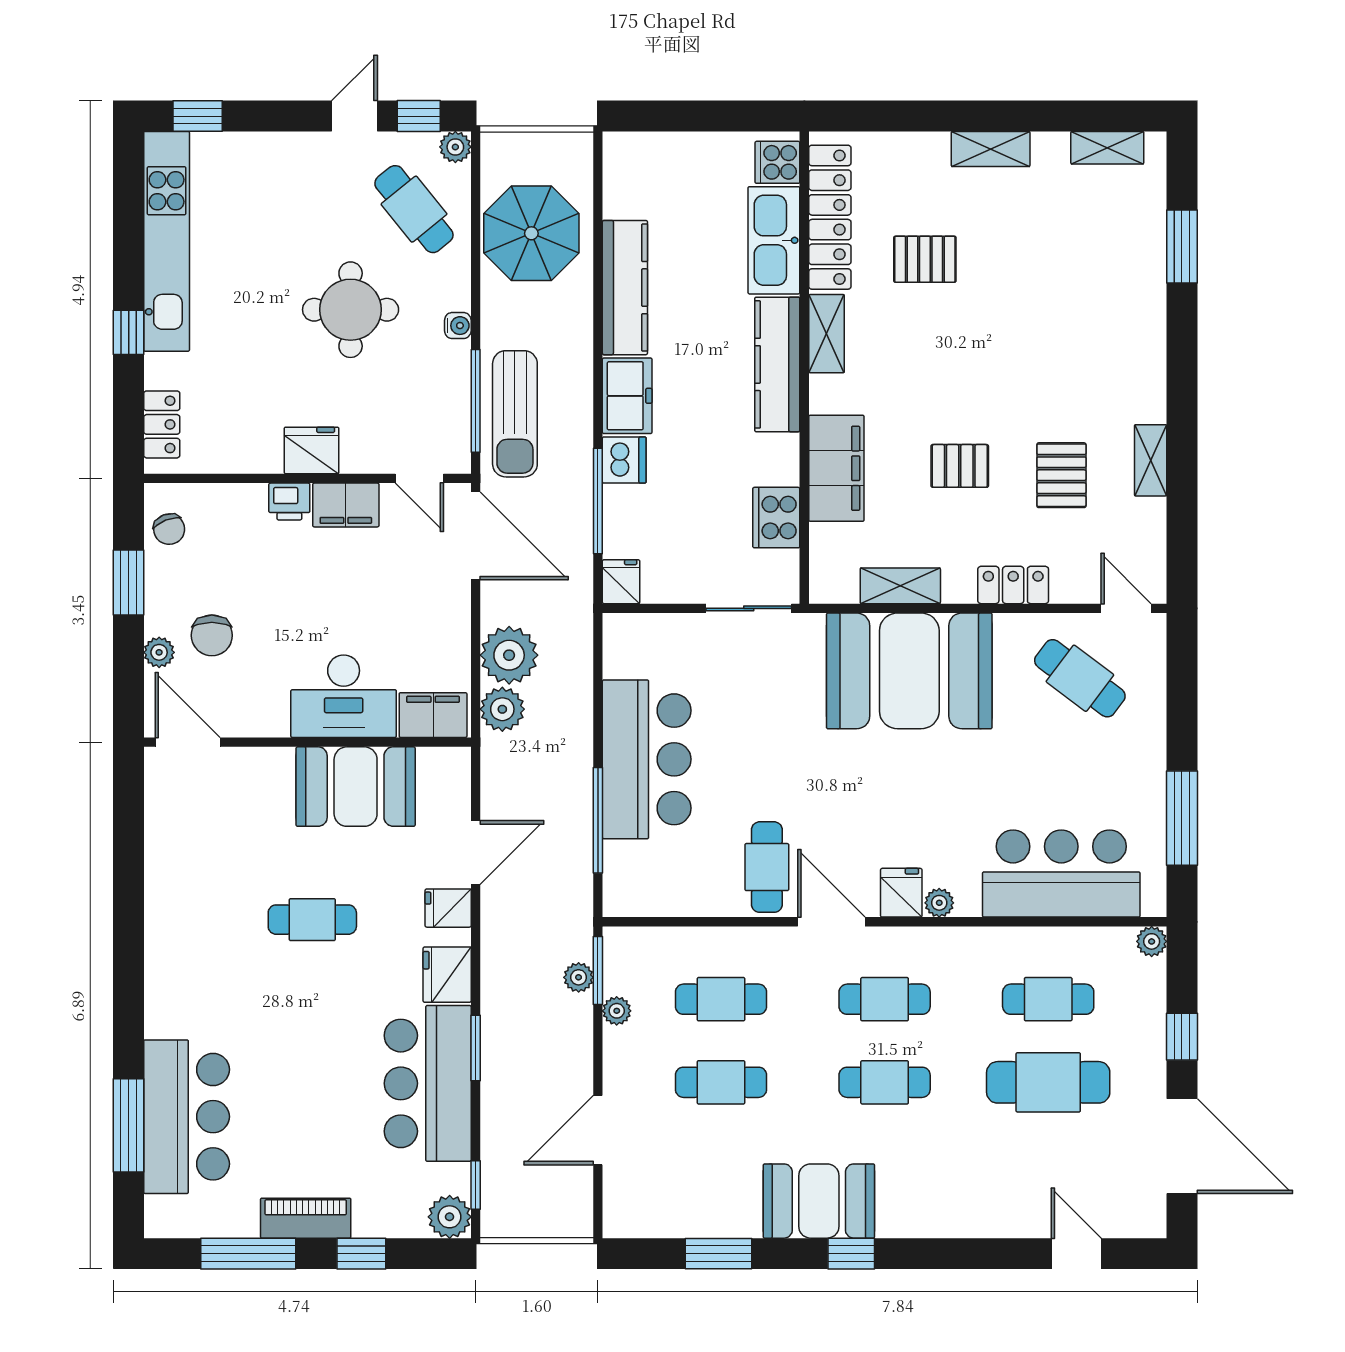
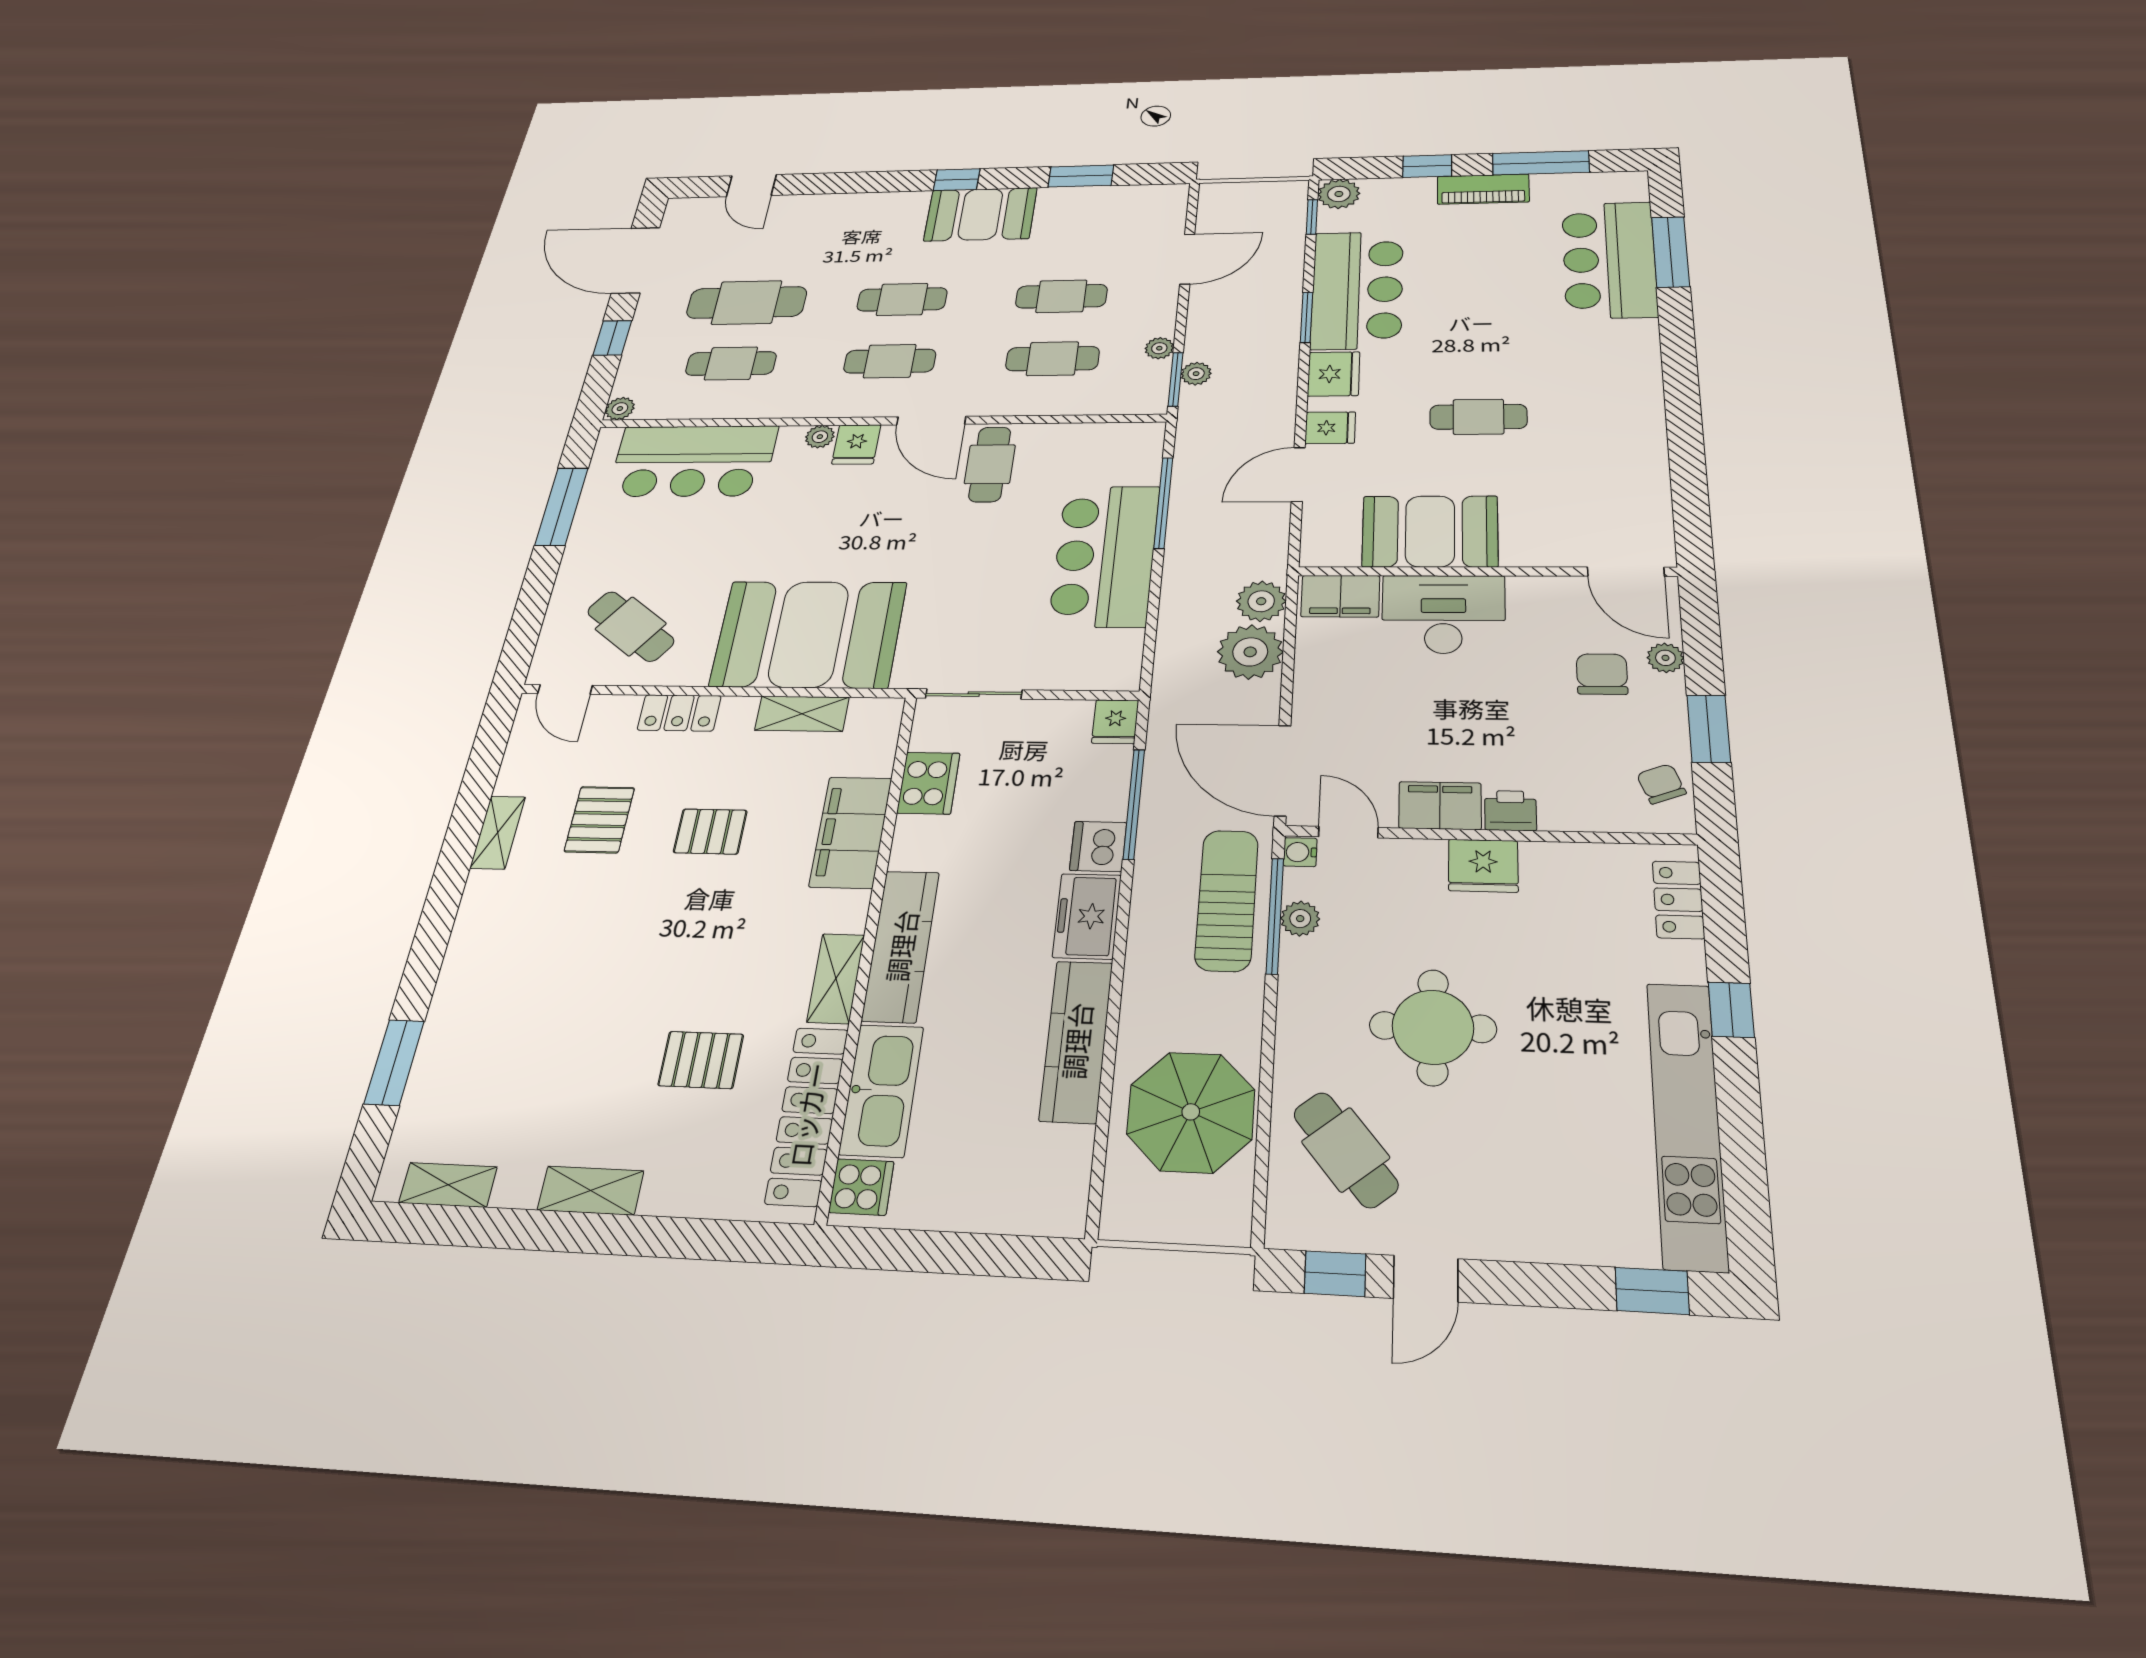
plant: (455, 147) -> (1300, 919), moved
water cooler: (458, 326) -> (1300, 852), moved

